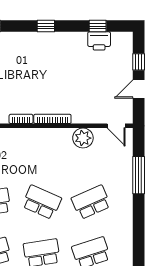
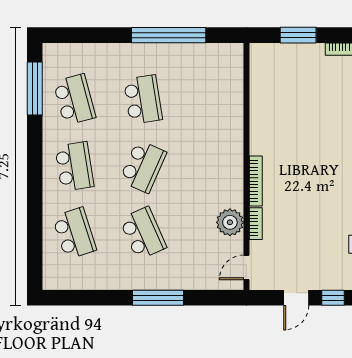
door: (139, 89) -> (296, 298), swing flipped
bookcase: (21, 119) -> (256, 224), moved
window: (139, 175) -> (158, 298), moved

